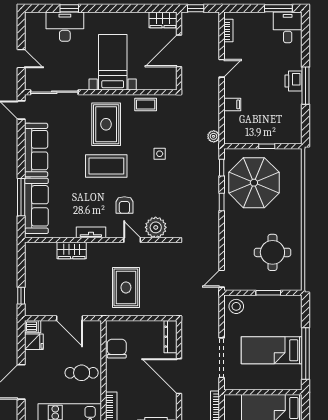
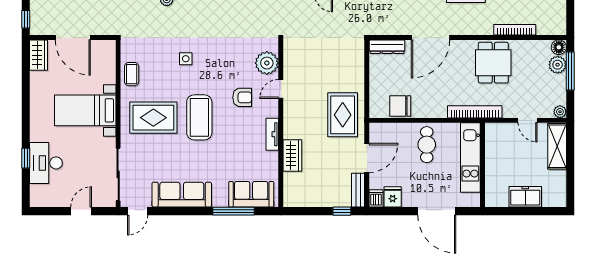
sofa: (36, 206) -> (251, 194), width x0.73
rug: (126, 287) -> (343, 115), moved, turned 90
bench: (40, 310) -> (358, 190), added

